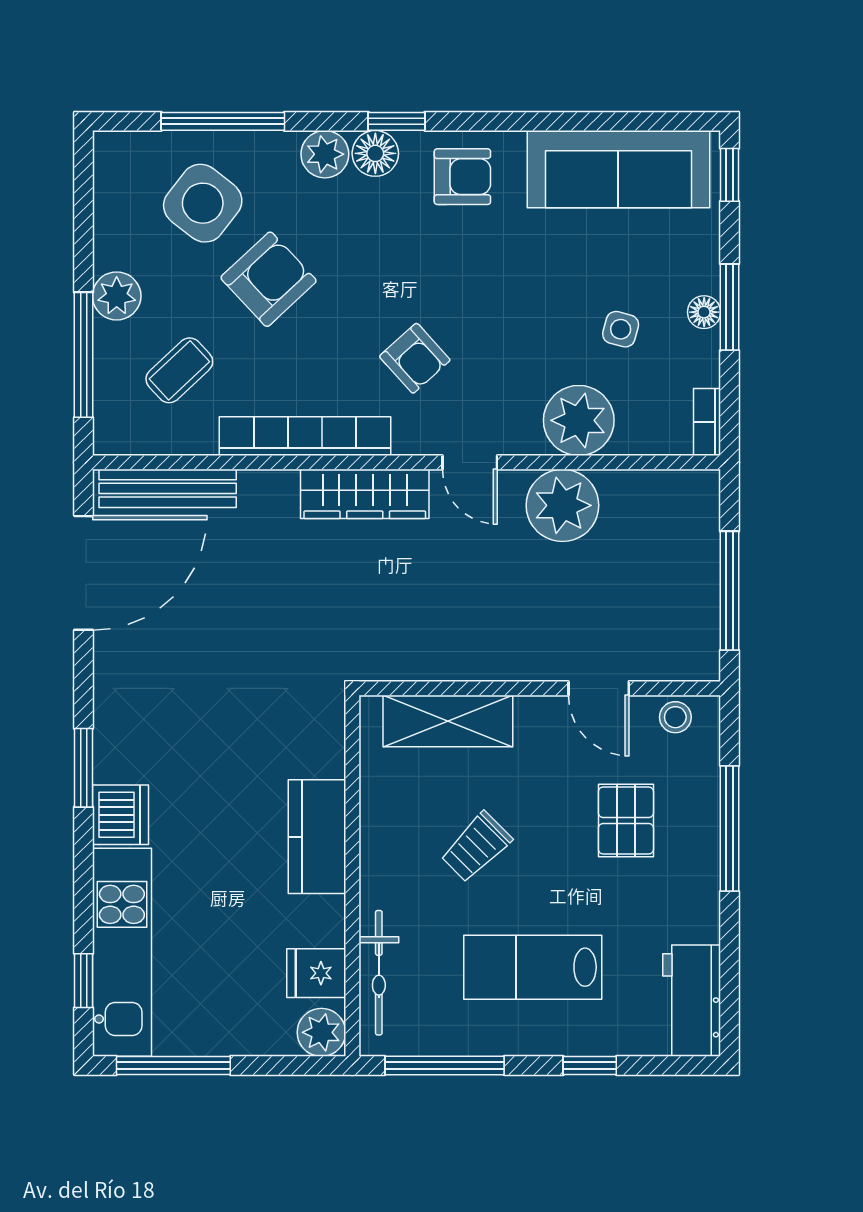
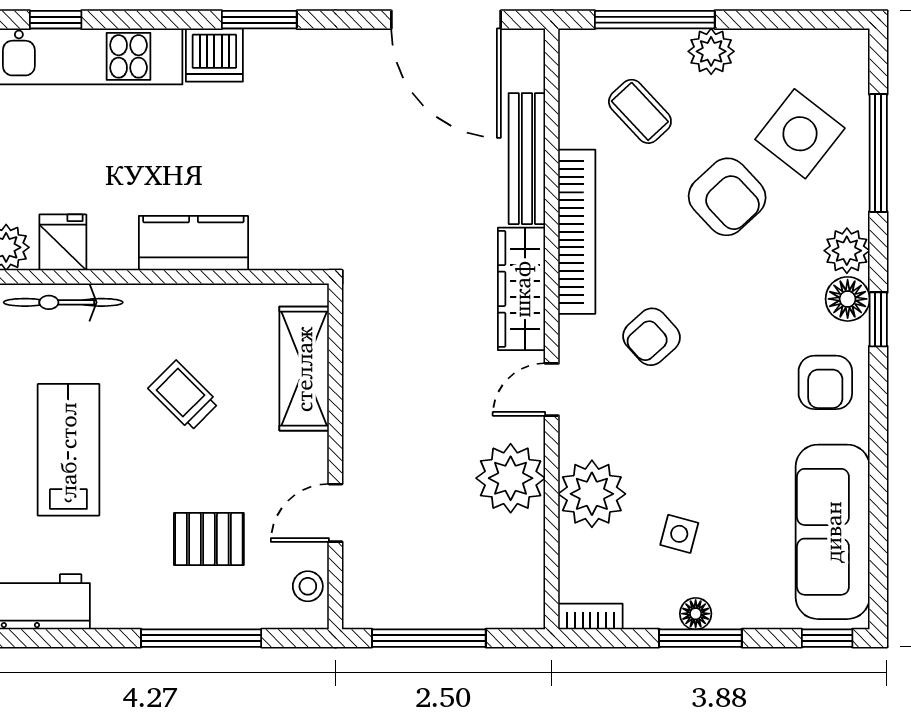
bench: (168, 488) -> (527, 159), moved

